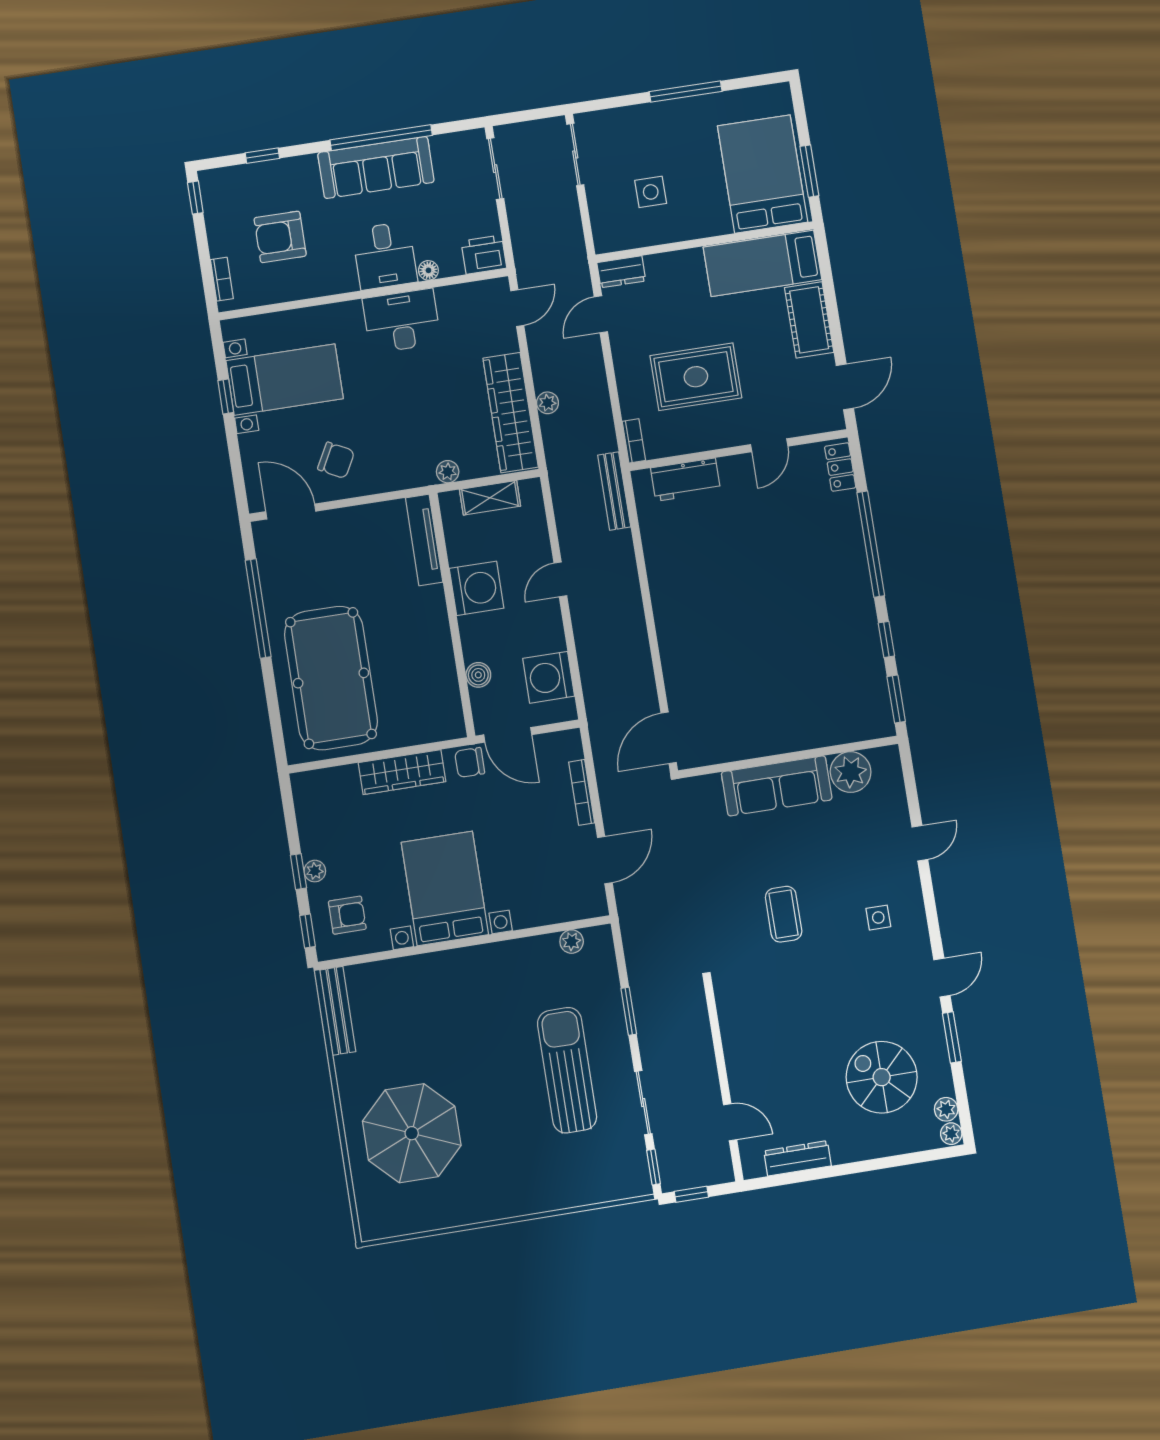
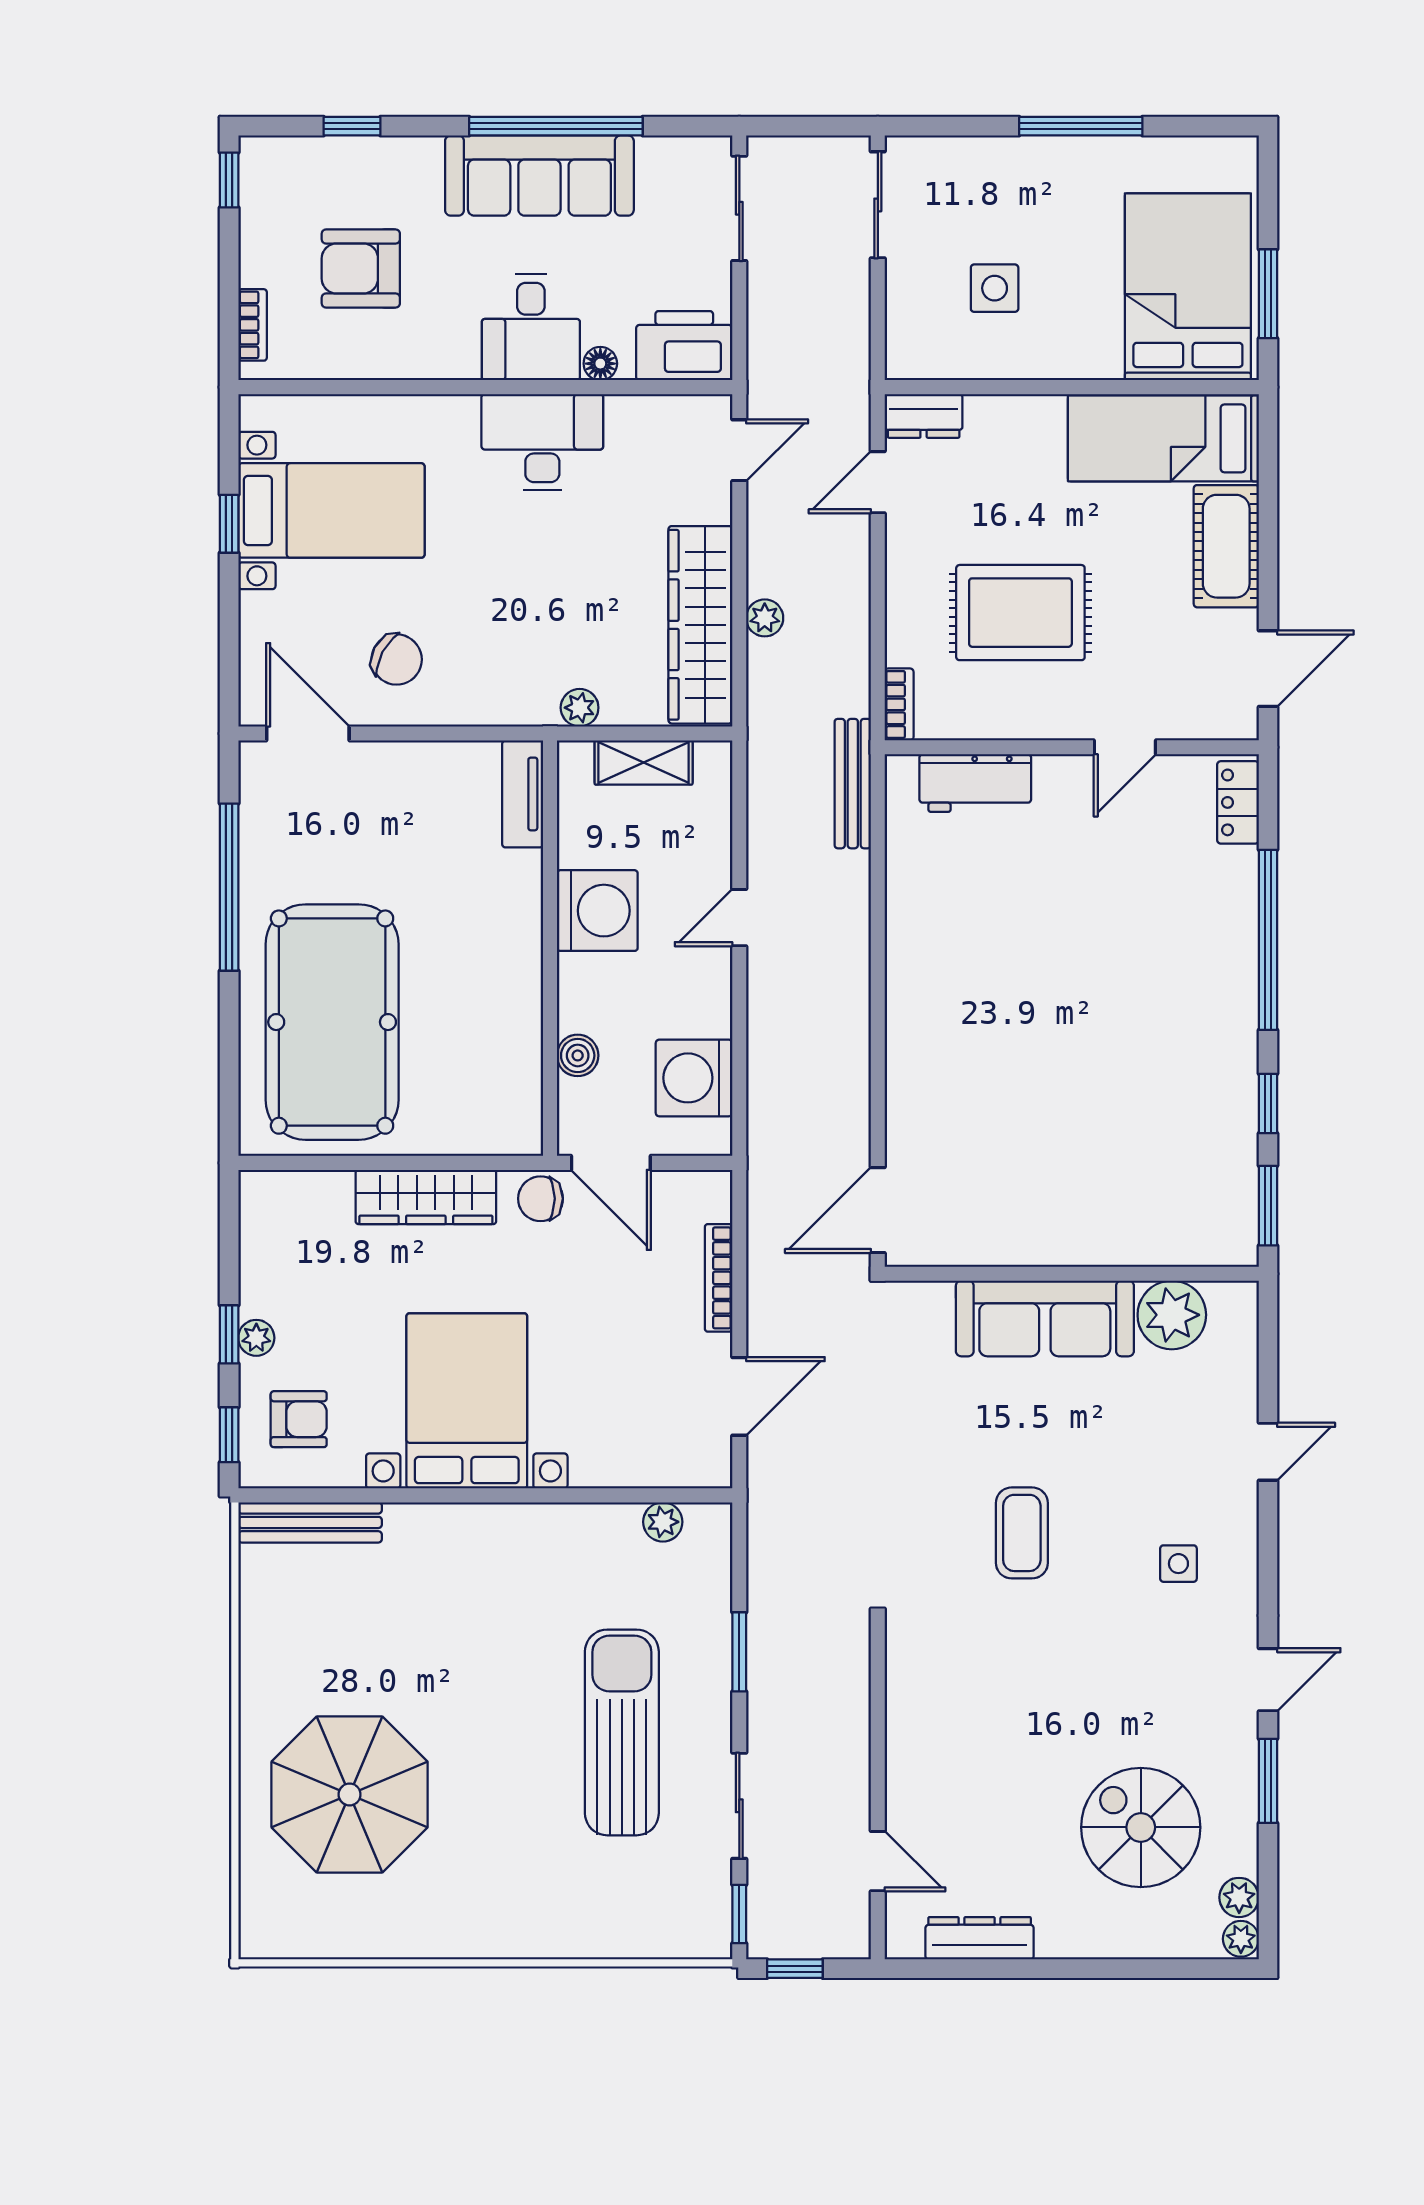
printer: (484, 255) -> (684, 346), width x1.37, depth x1.19
tv unit: (424, 540) -> (523, 794), width x0.71
bench: (338, 1011) -> (310, 1522), moved, turned 90

